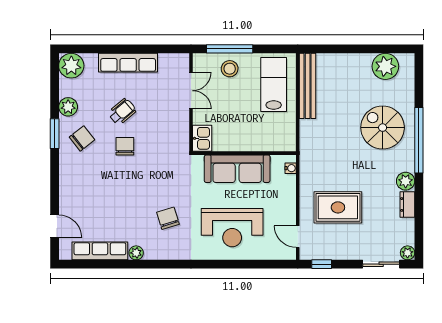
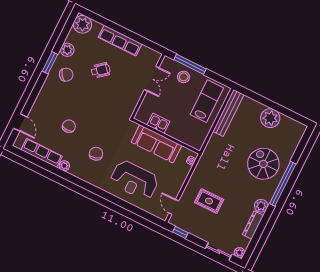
plant: (385, 66) -> (270, 118), moved
kitchen sink: (202, 138) -> (158, 123), moved, turned -90
chair: (125, 146) -> (69, 126), moved
dresser: (407, 205) -> (253, 225), width x1.44
rug: (338, 207) -> (209, 201), width x0.73, depth x0.70

